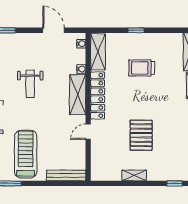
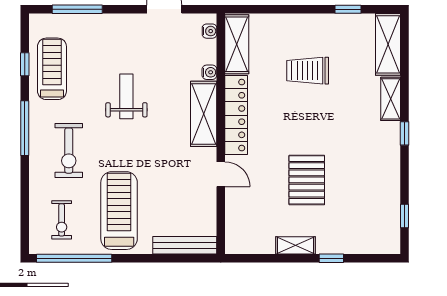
window: (136, 30) -> (348, 9), moved
weight bench: (30, 84) -> (126, 96), turned 180
door: (88, 132) -> (221, 174), swing flipped
window: (175, 183) -> (331, 258), moved

